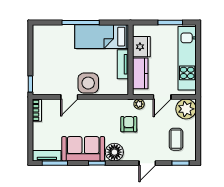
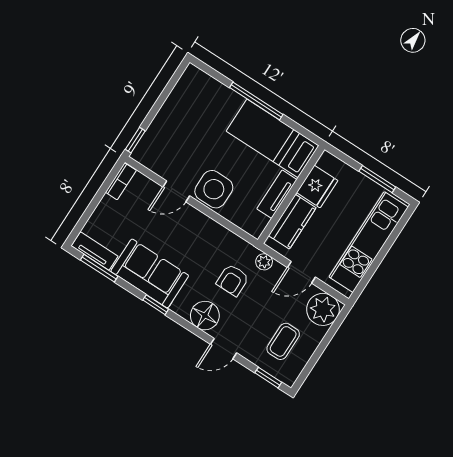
armchair: (129, 124) -> (233, 280), turned 180
floor lamp: (114, 152) -> (205, 316), moved

